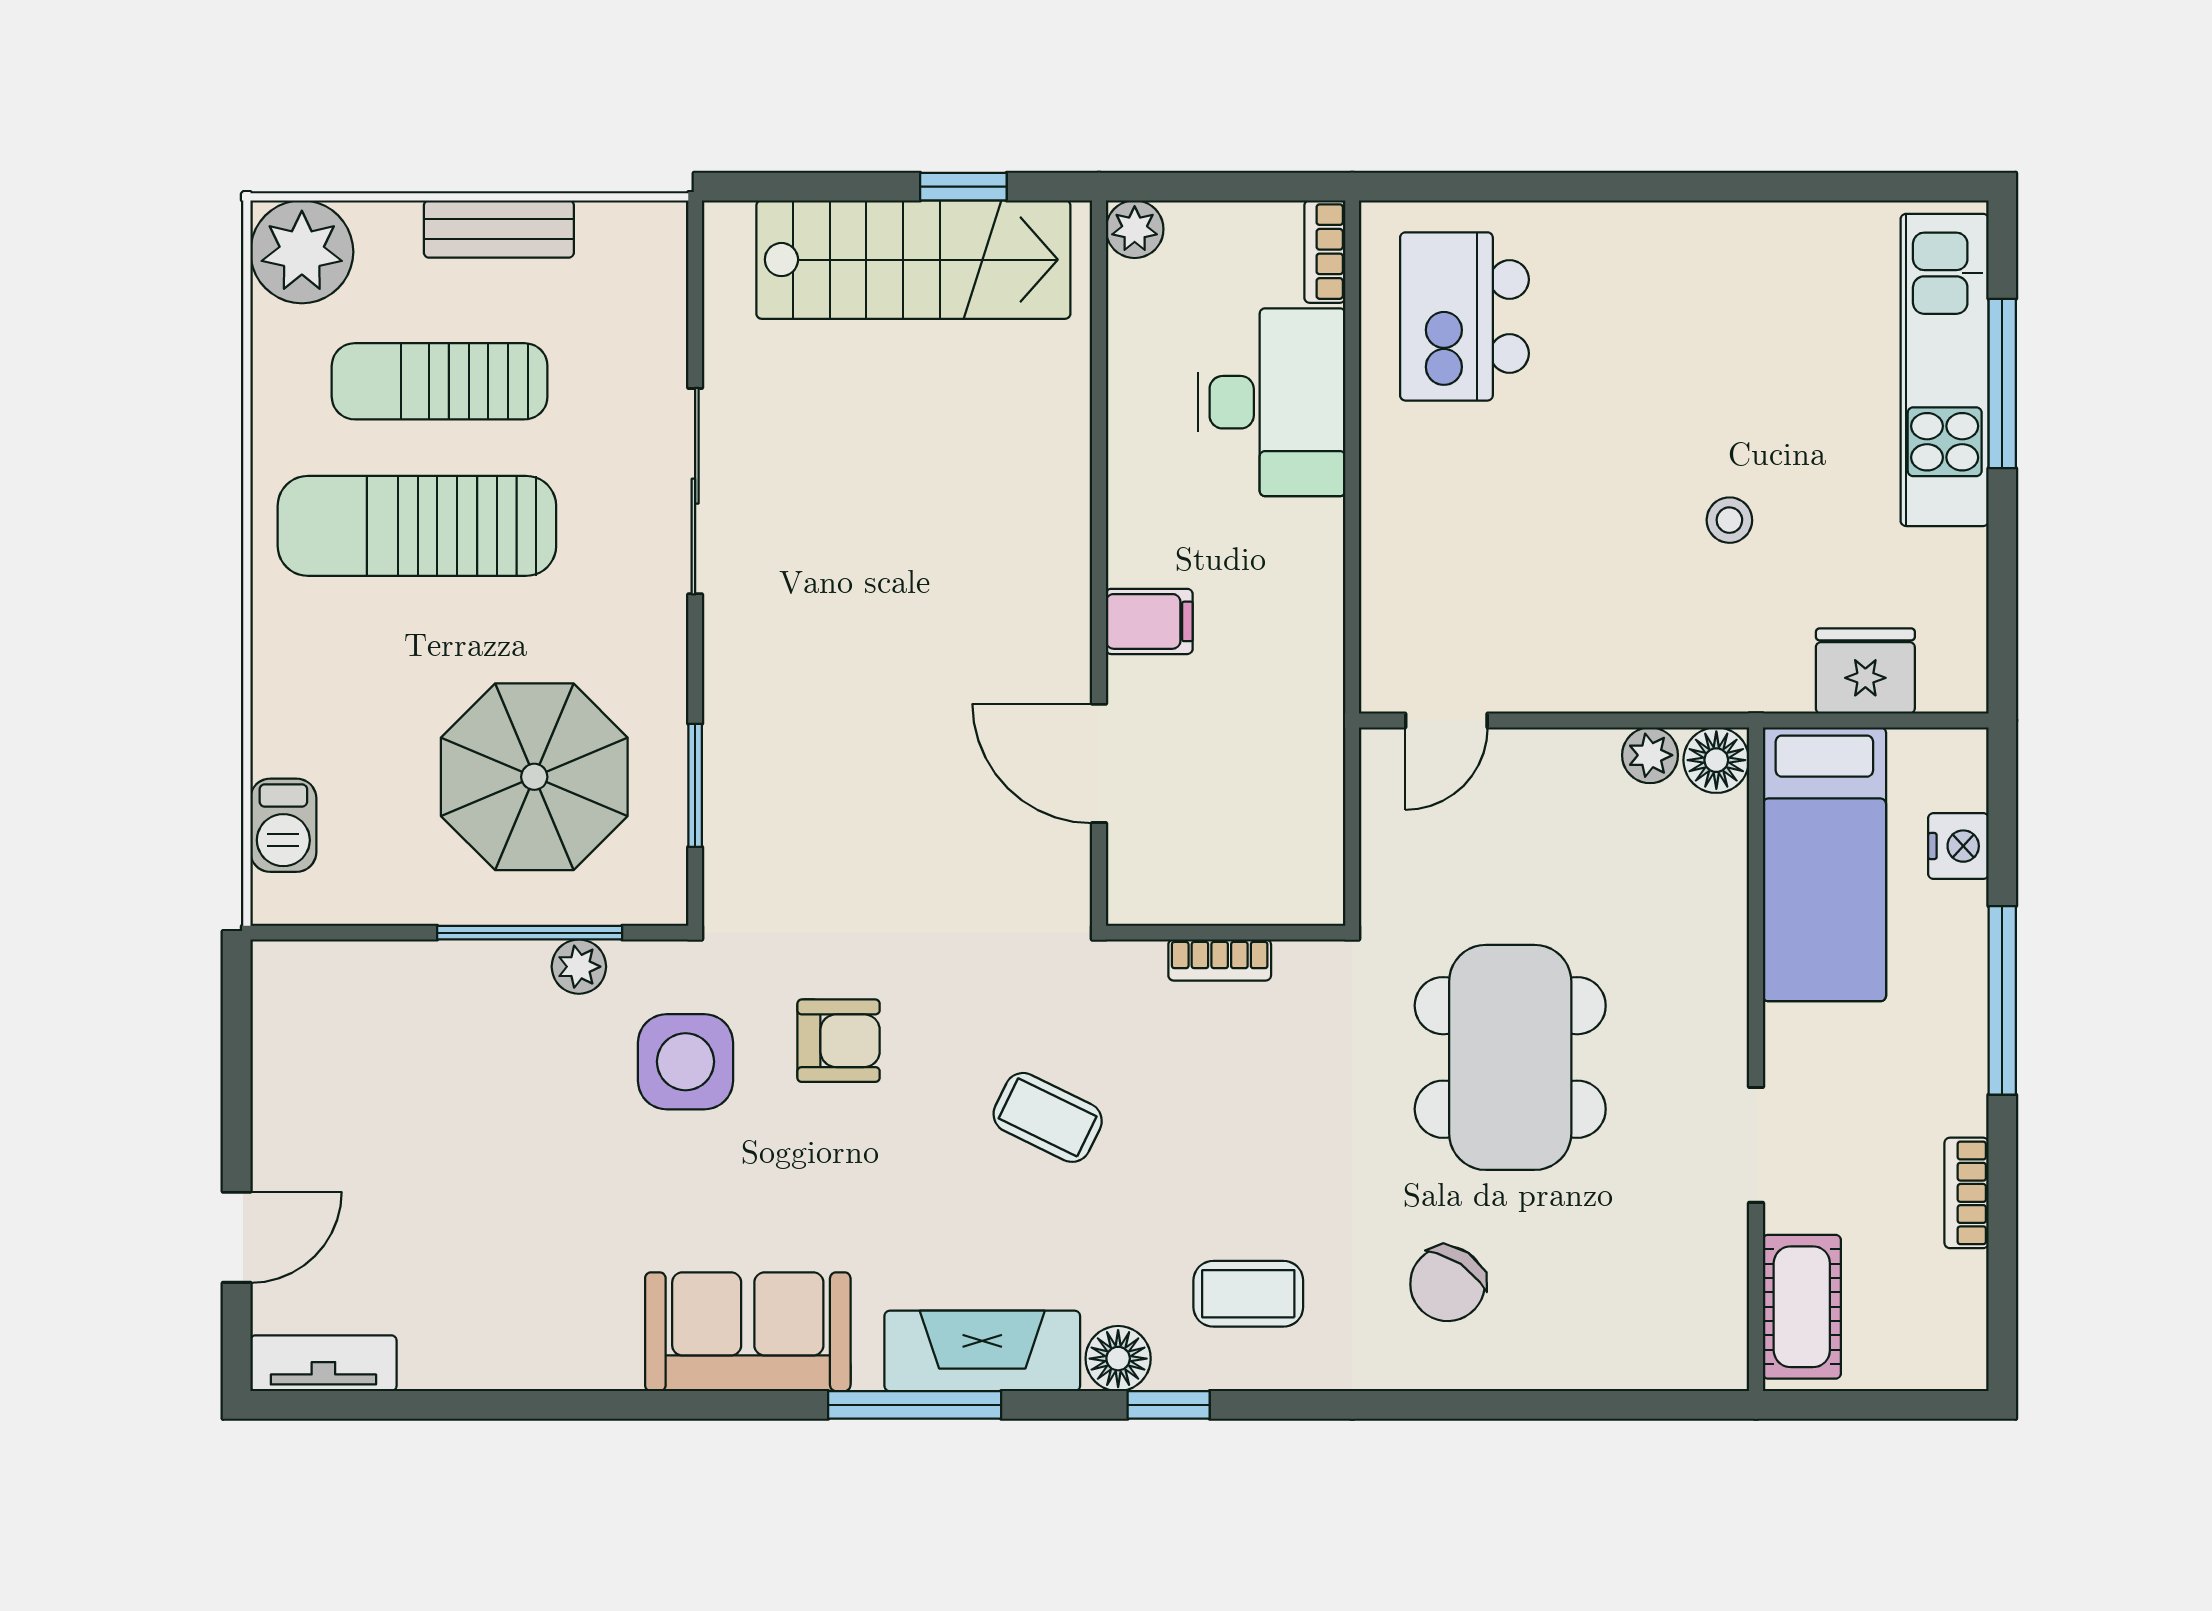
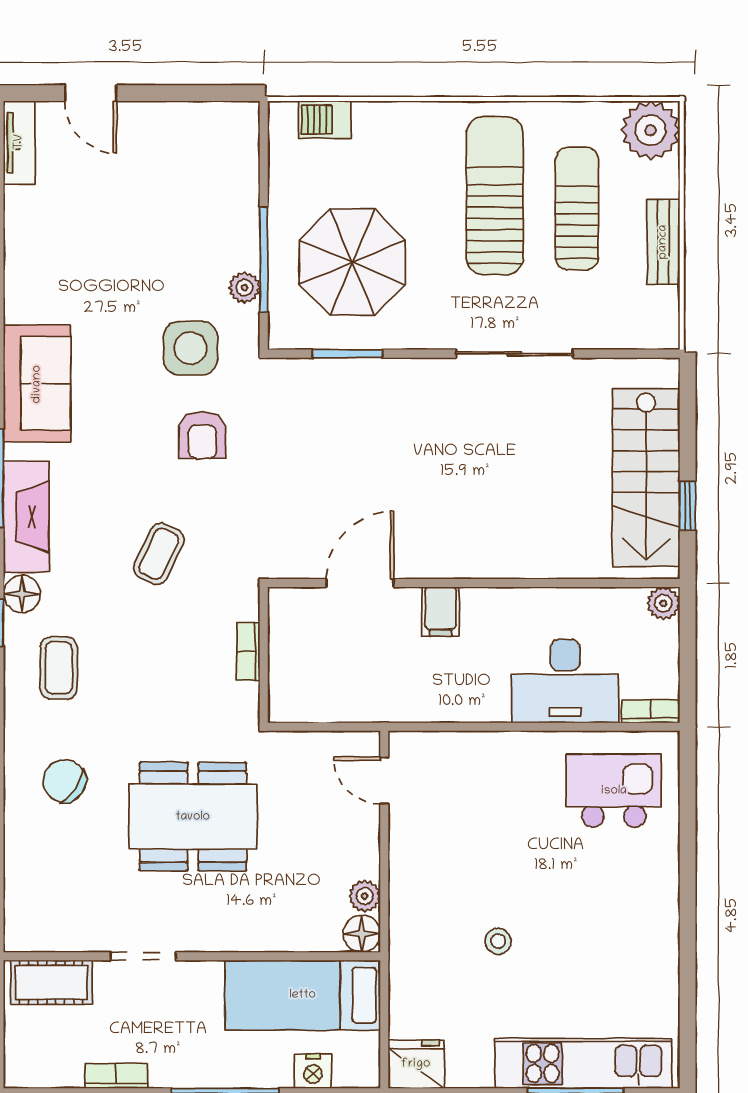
fridge: (1865, 671) -> (416, 1064), moved, turned -90

